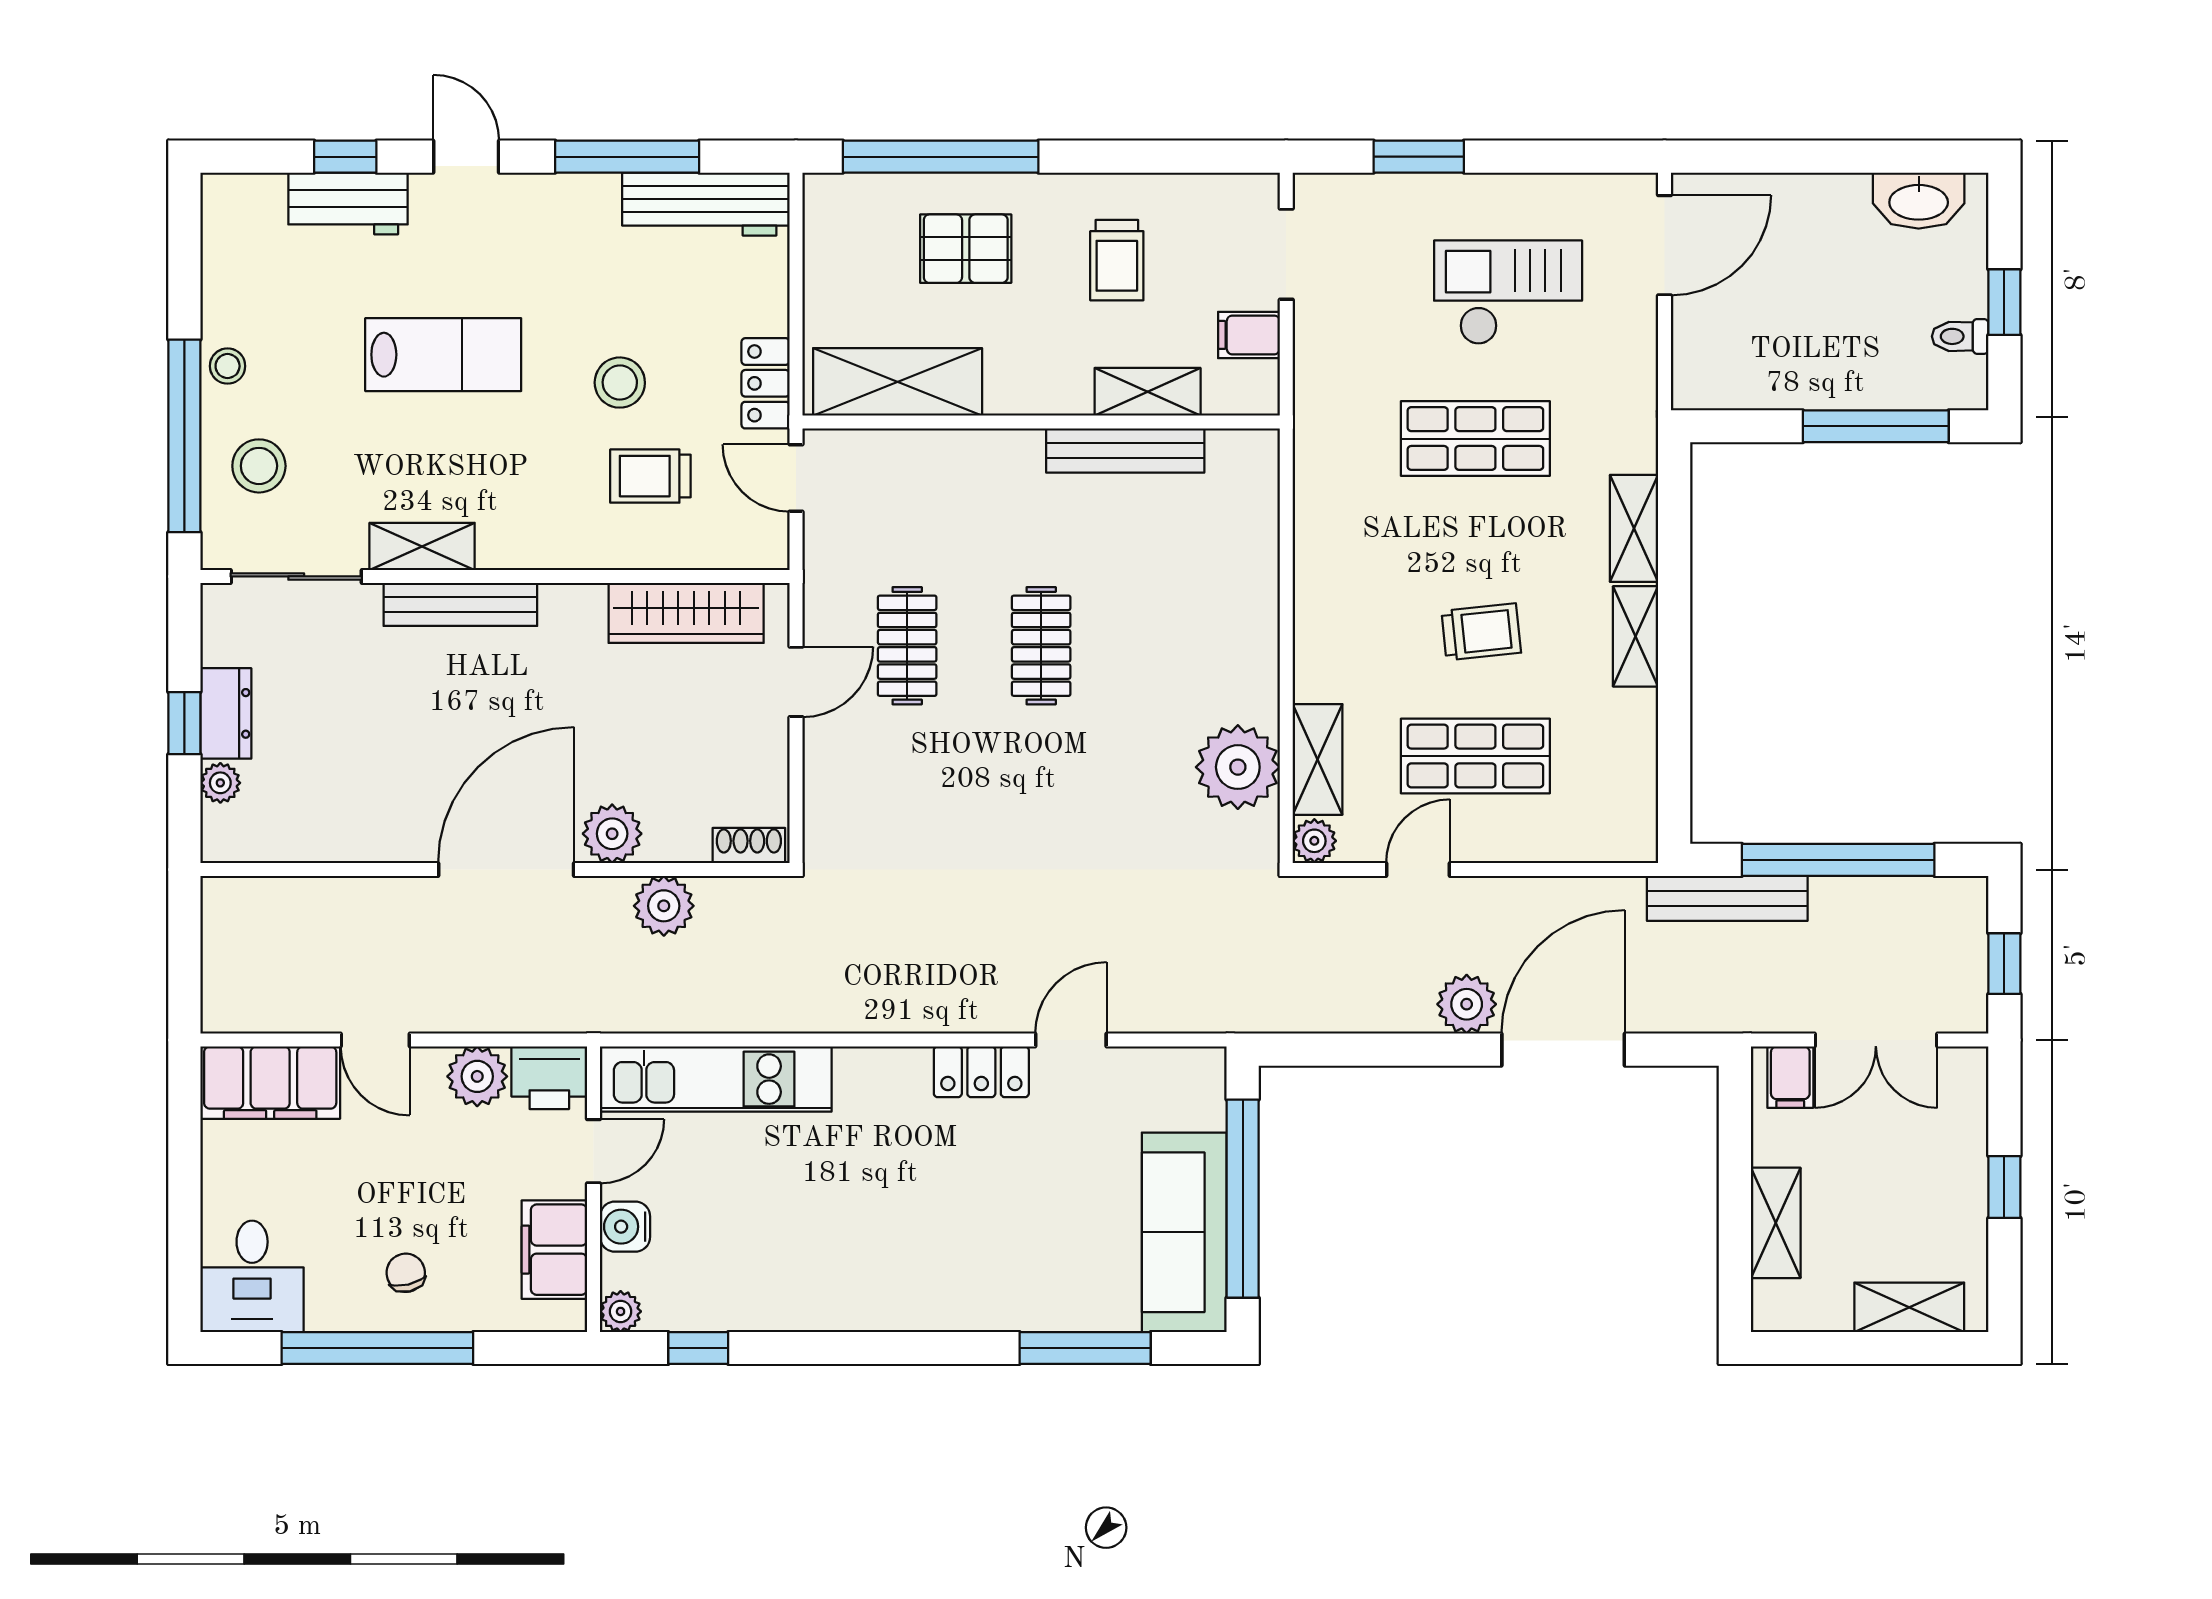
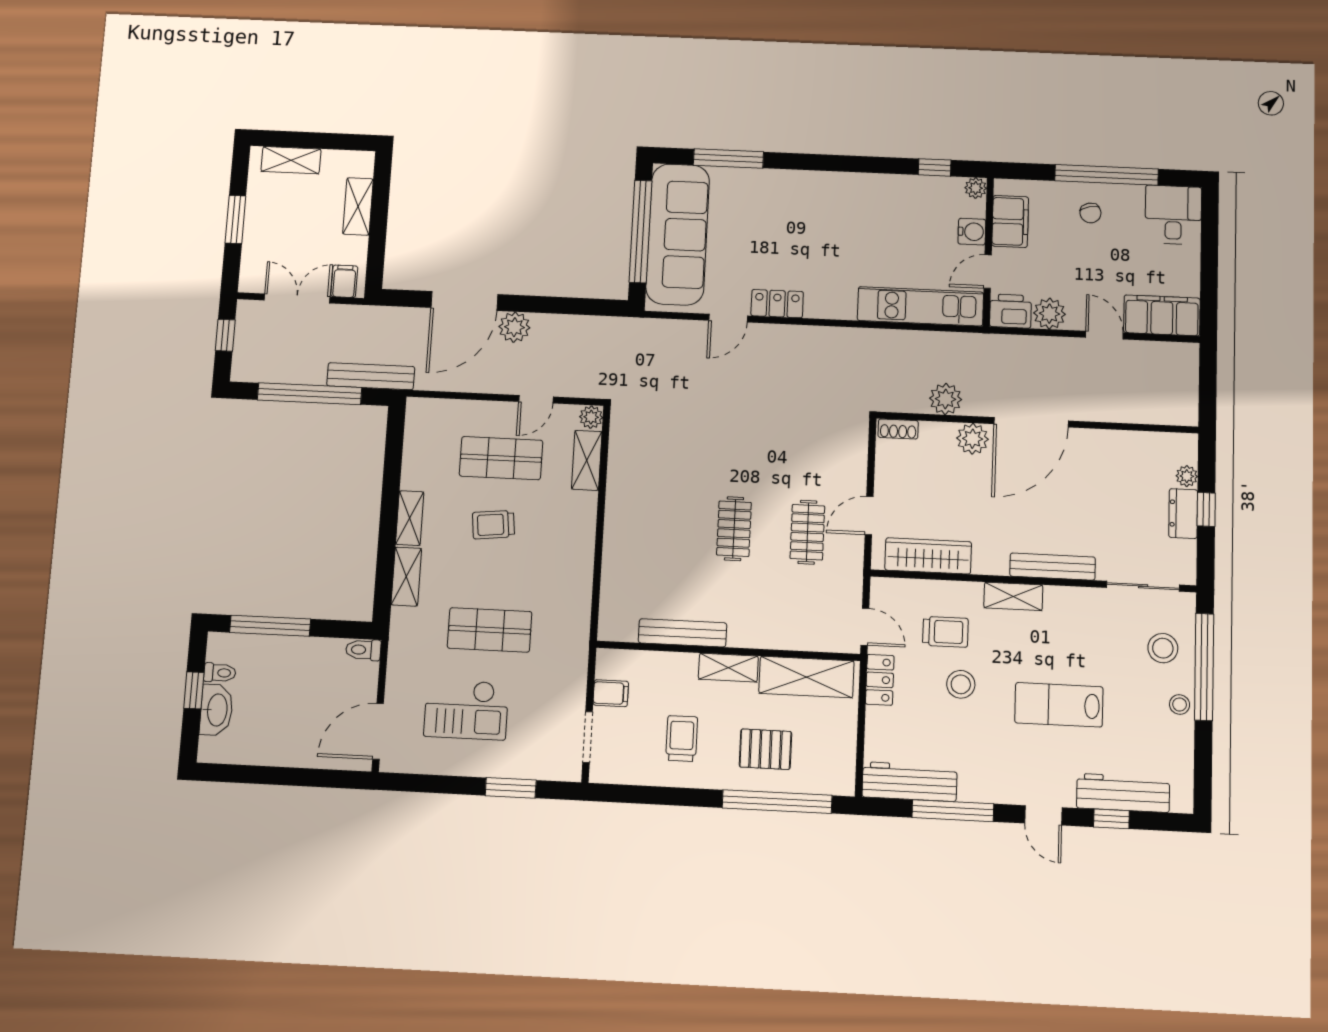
washbasin: (1919, 201) -> (216, 710), moved, turned 90
workbench: (348, 203) -> (1123, 793), width x1.38
toilet: (1702, 391) -> (363, 650), added
shelving: (1148, 392) -> (728, 668), moved
shelving: (422, 546) -> (1013, 596), moved
plant: (1238, 767) -> (630, 458), removed
window: (2004, 1187) -> (235, 219), width x1.50
sofa: (1184, 1232) -> (678, 234), width x1.36, depth x1.27

